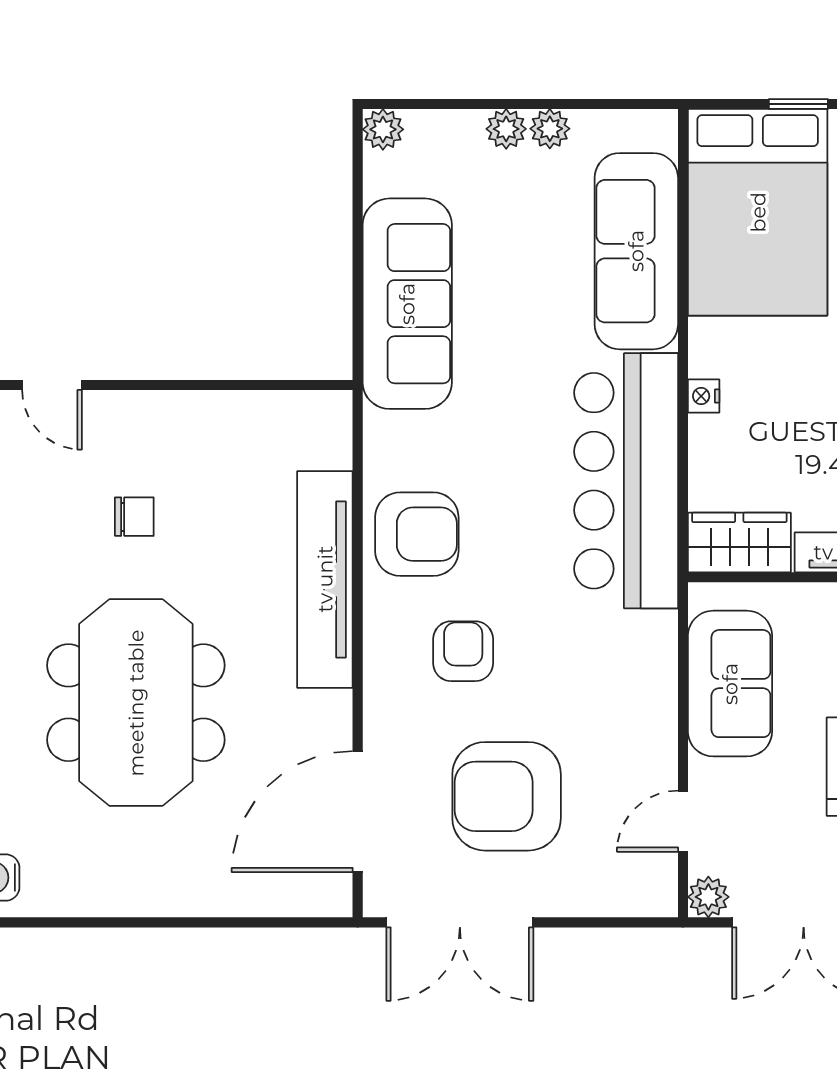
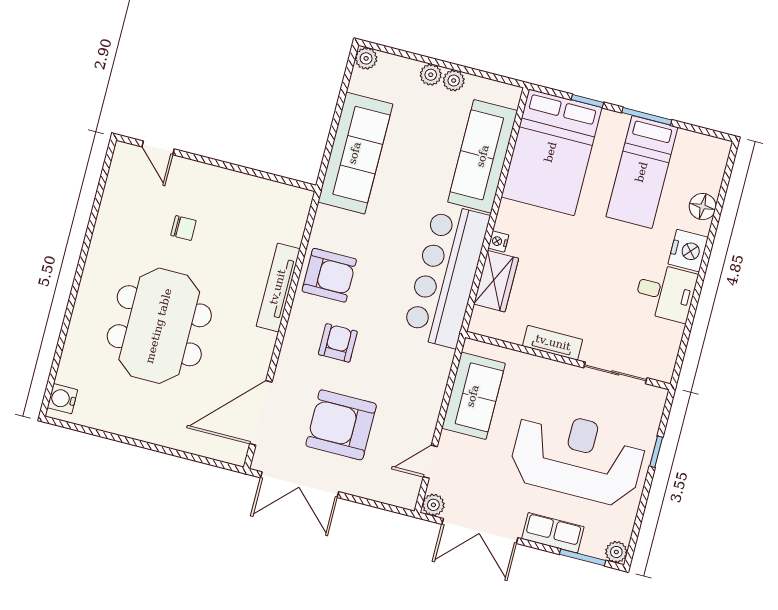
wardrobe: (739, 543) -> (496, 281), moved, turned 90
tv unit: (325, 579) -> (278, 287), width x0.73, depth x0.78

